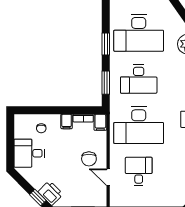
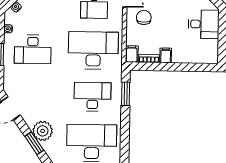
window: (106, 44) -> (125, 132), removed
chair: (41, 128) -> (191, 49), removed

